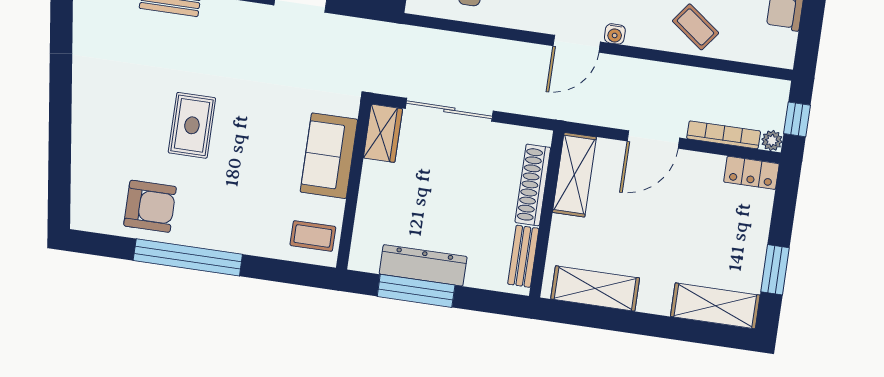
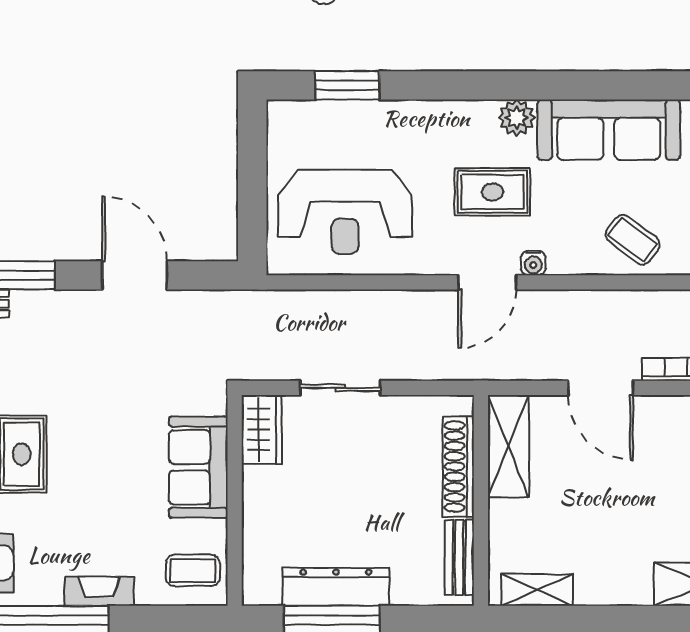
sliding door: (449, 110) -> (340, 388), width x0.73
door: (653, 140) -> (601, 388), hinge flipped
fireplace: (237, 242) -> (99, 591), added
shelving: (595, 288) -> (537, 590), width x0.67, depth x0.75

